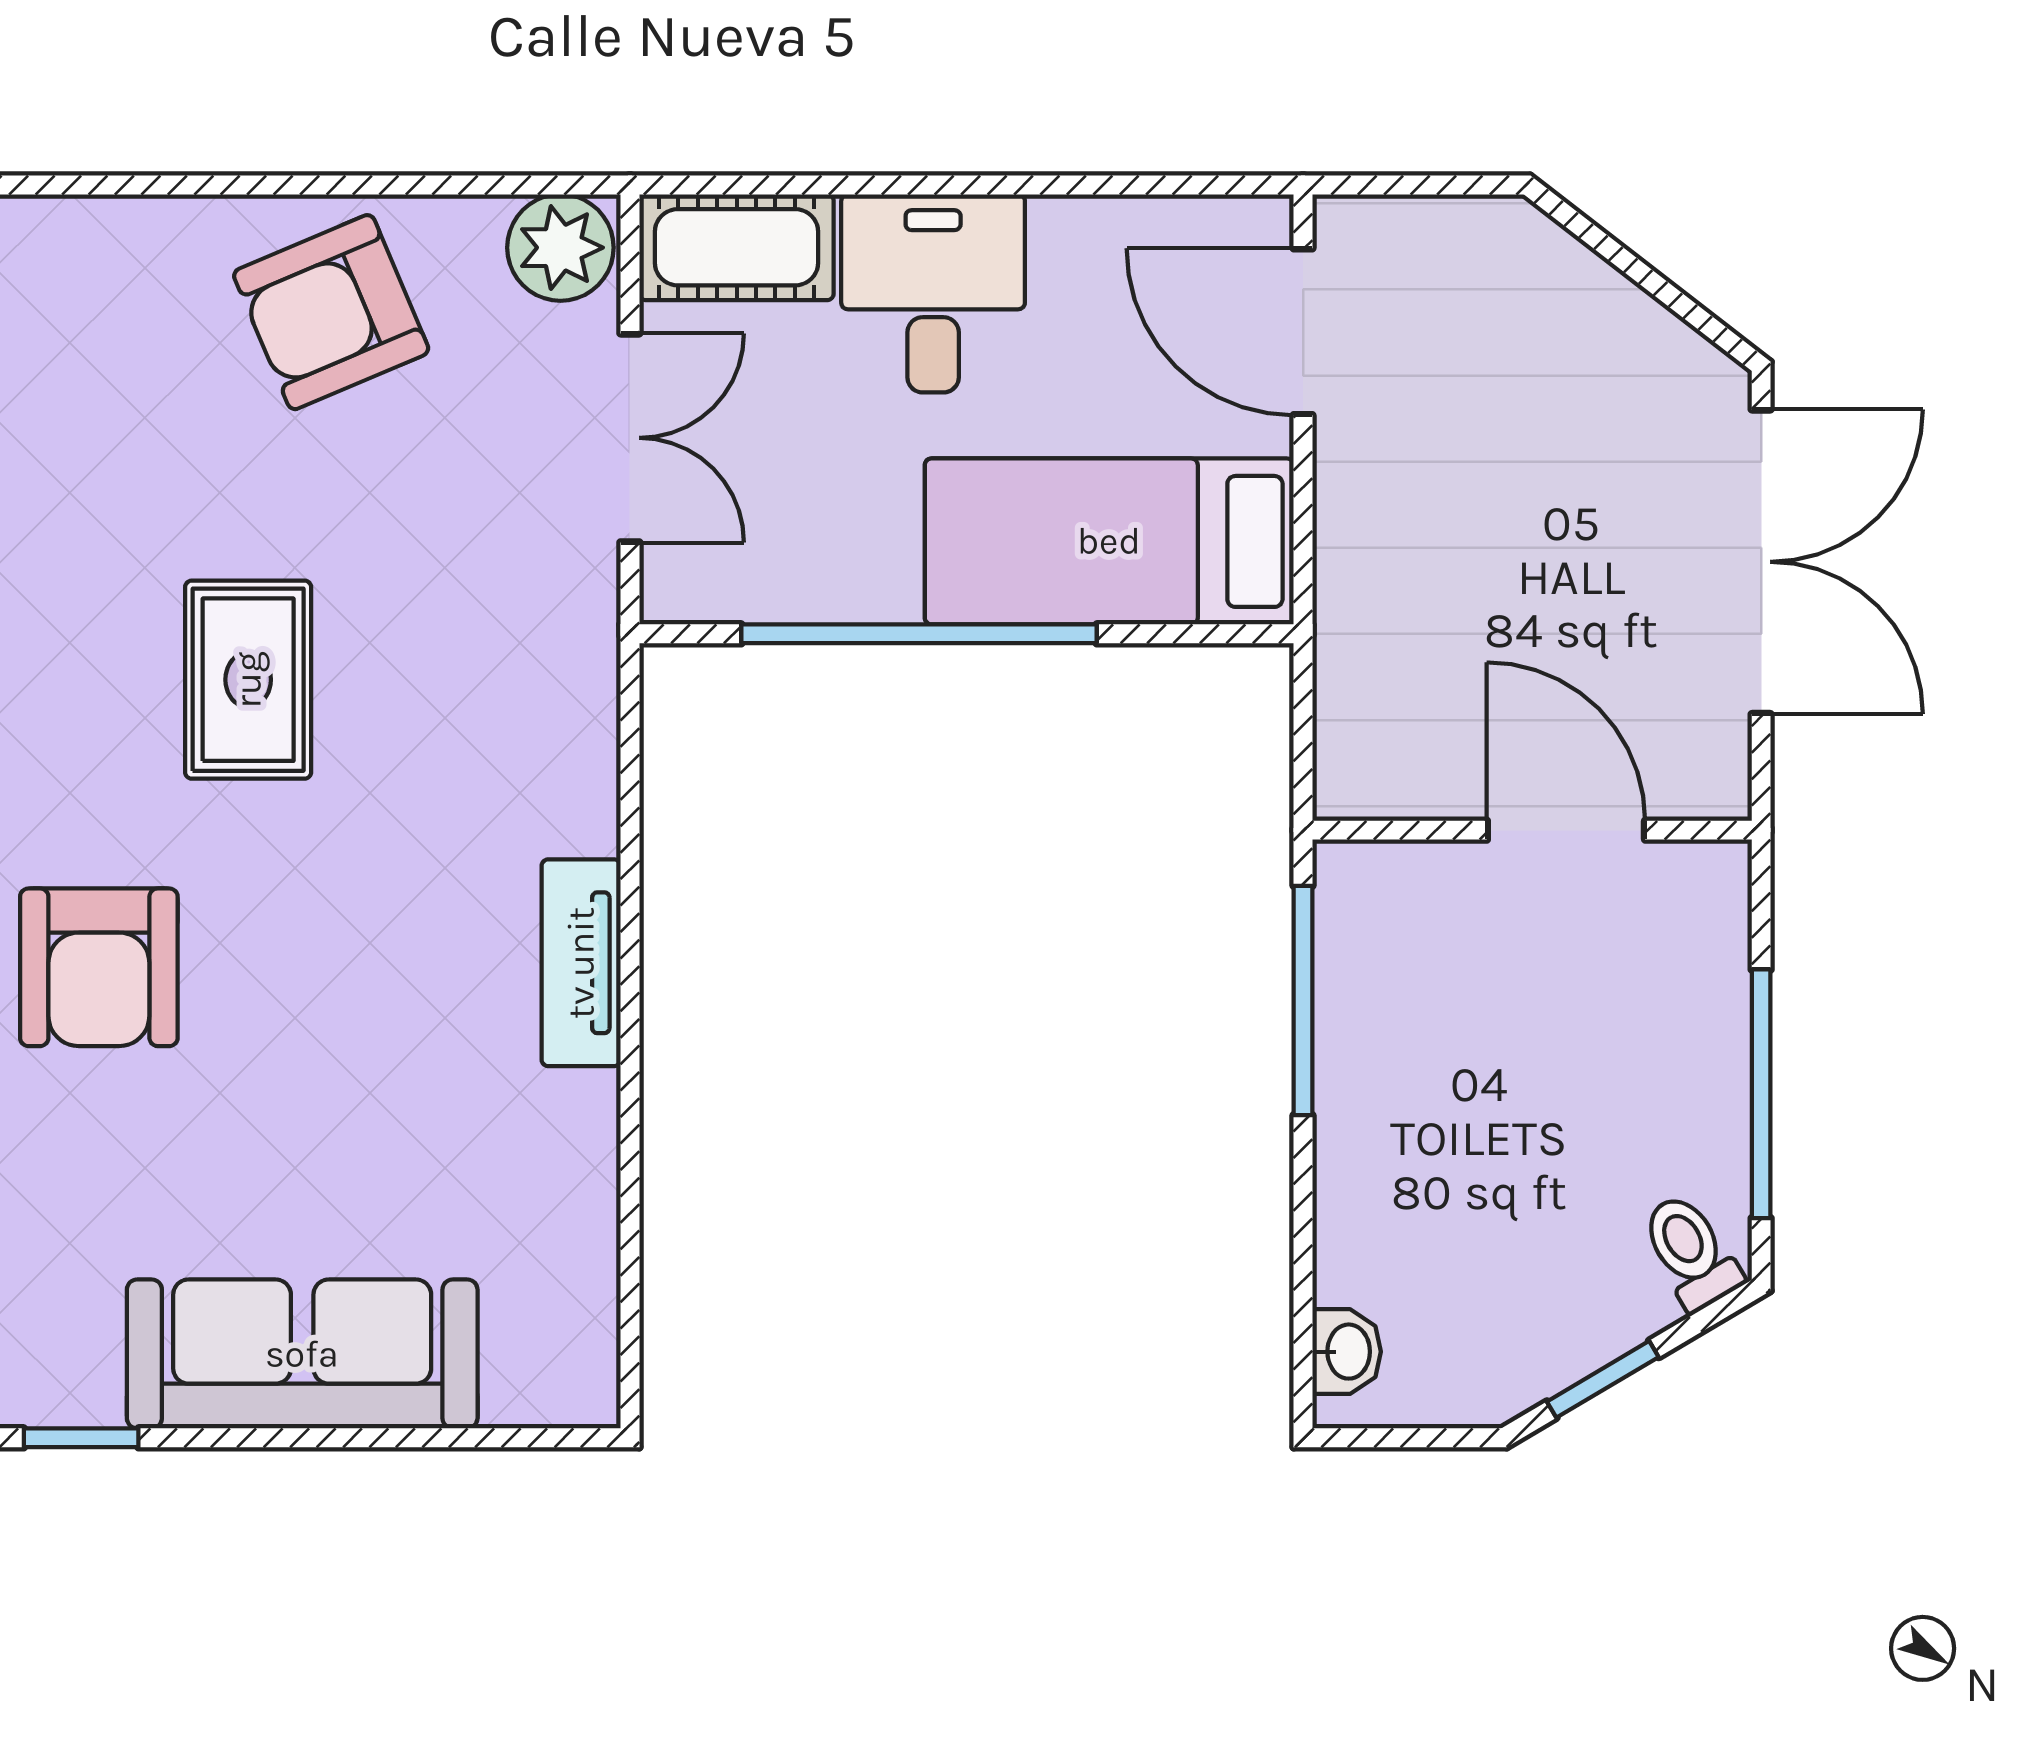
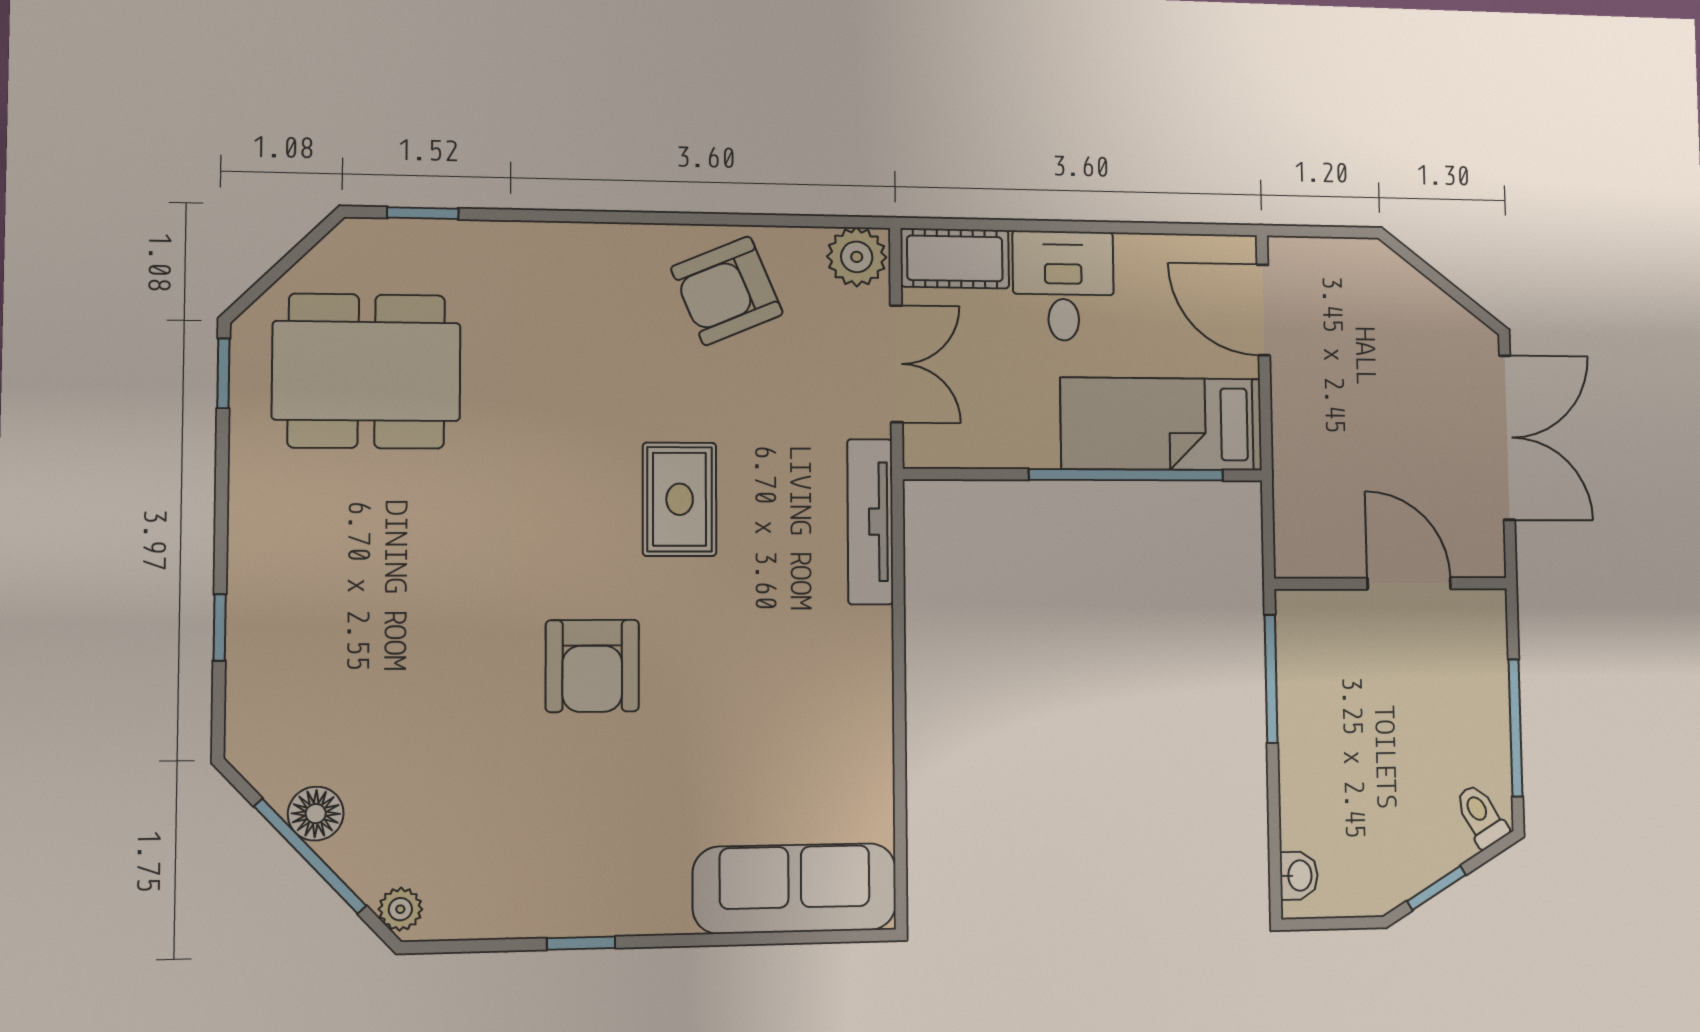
window: (919, 634) -> (1126, 475), moved
tv unit: (581, 963) -> (870, 522), moved, width x1.41
sofa: (302, 1354) -> (795, 888), moved

